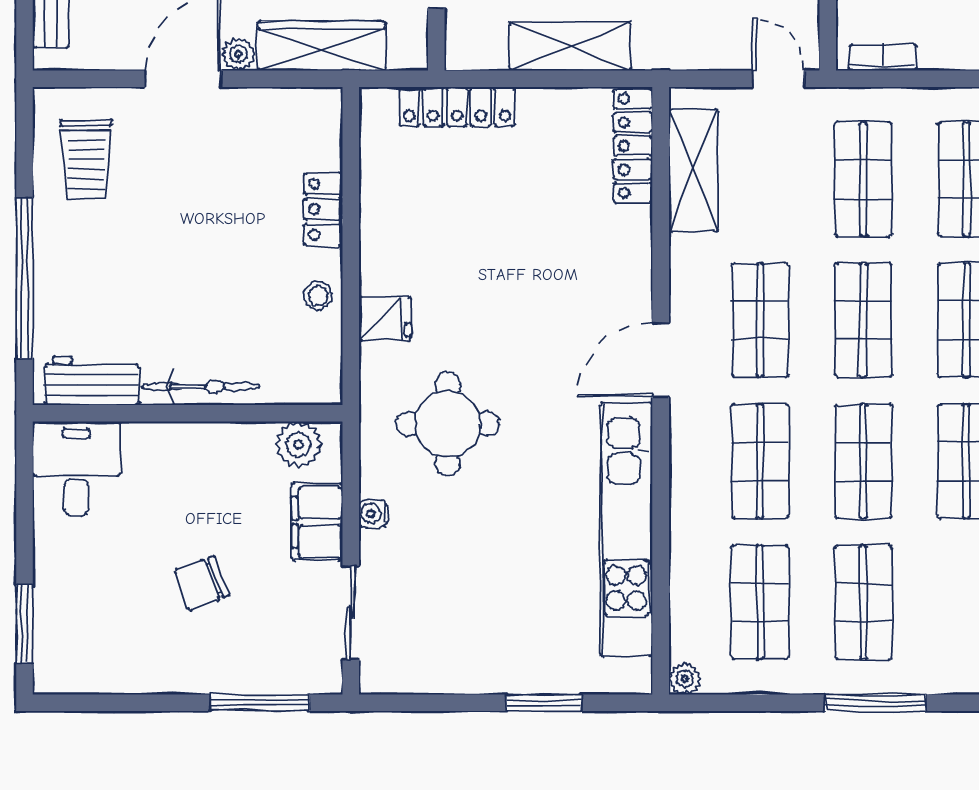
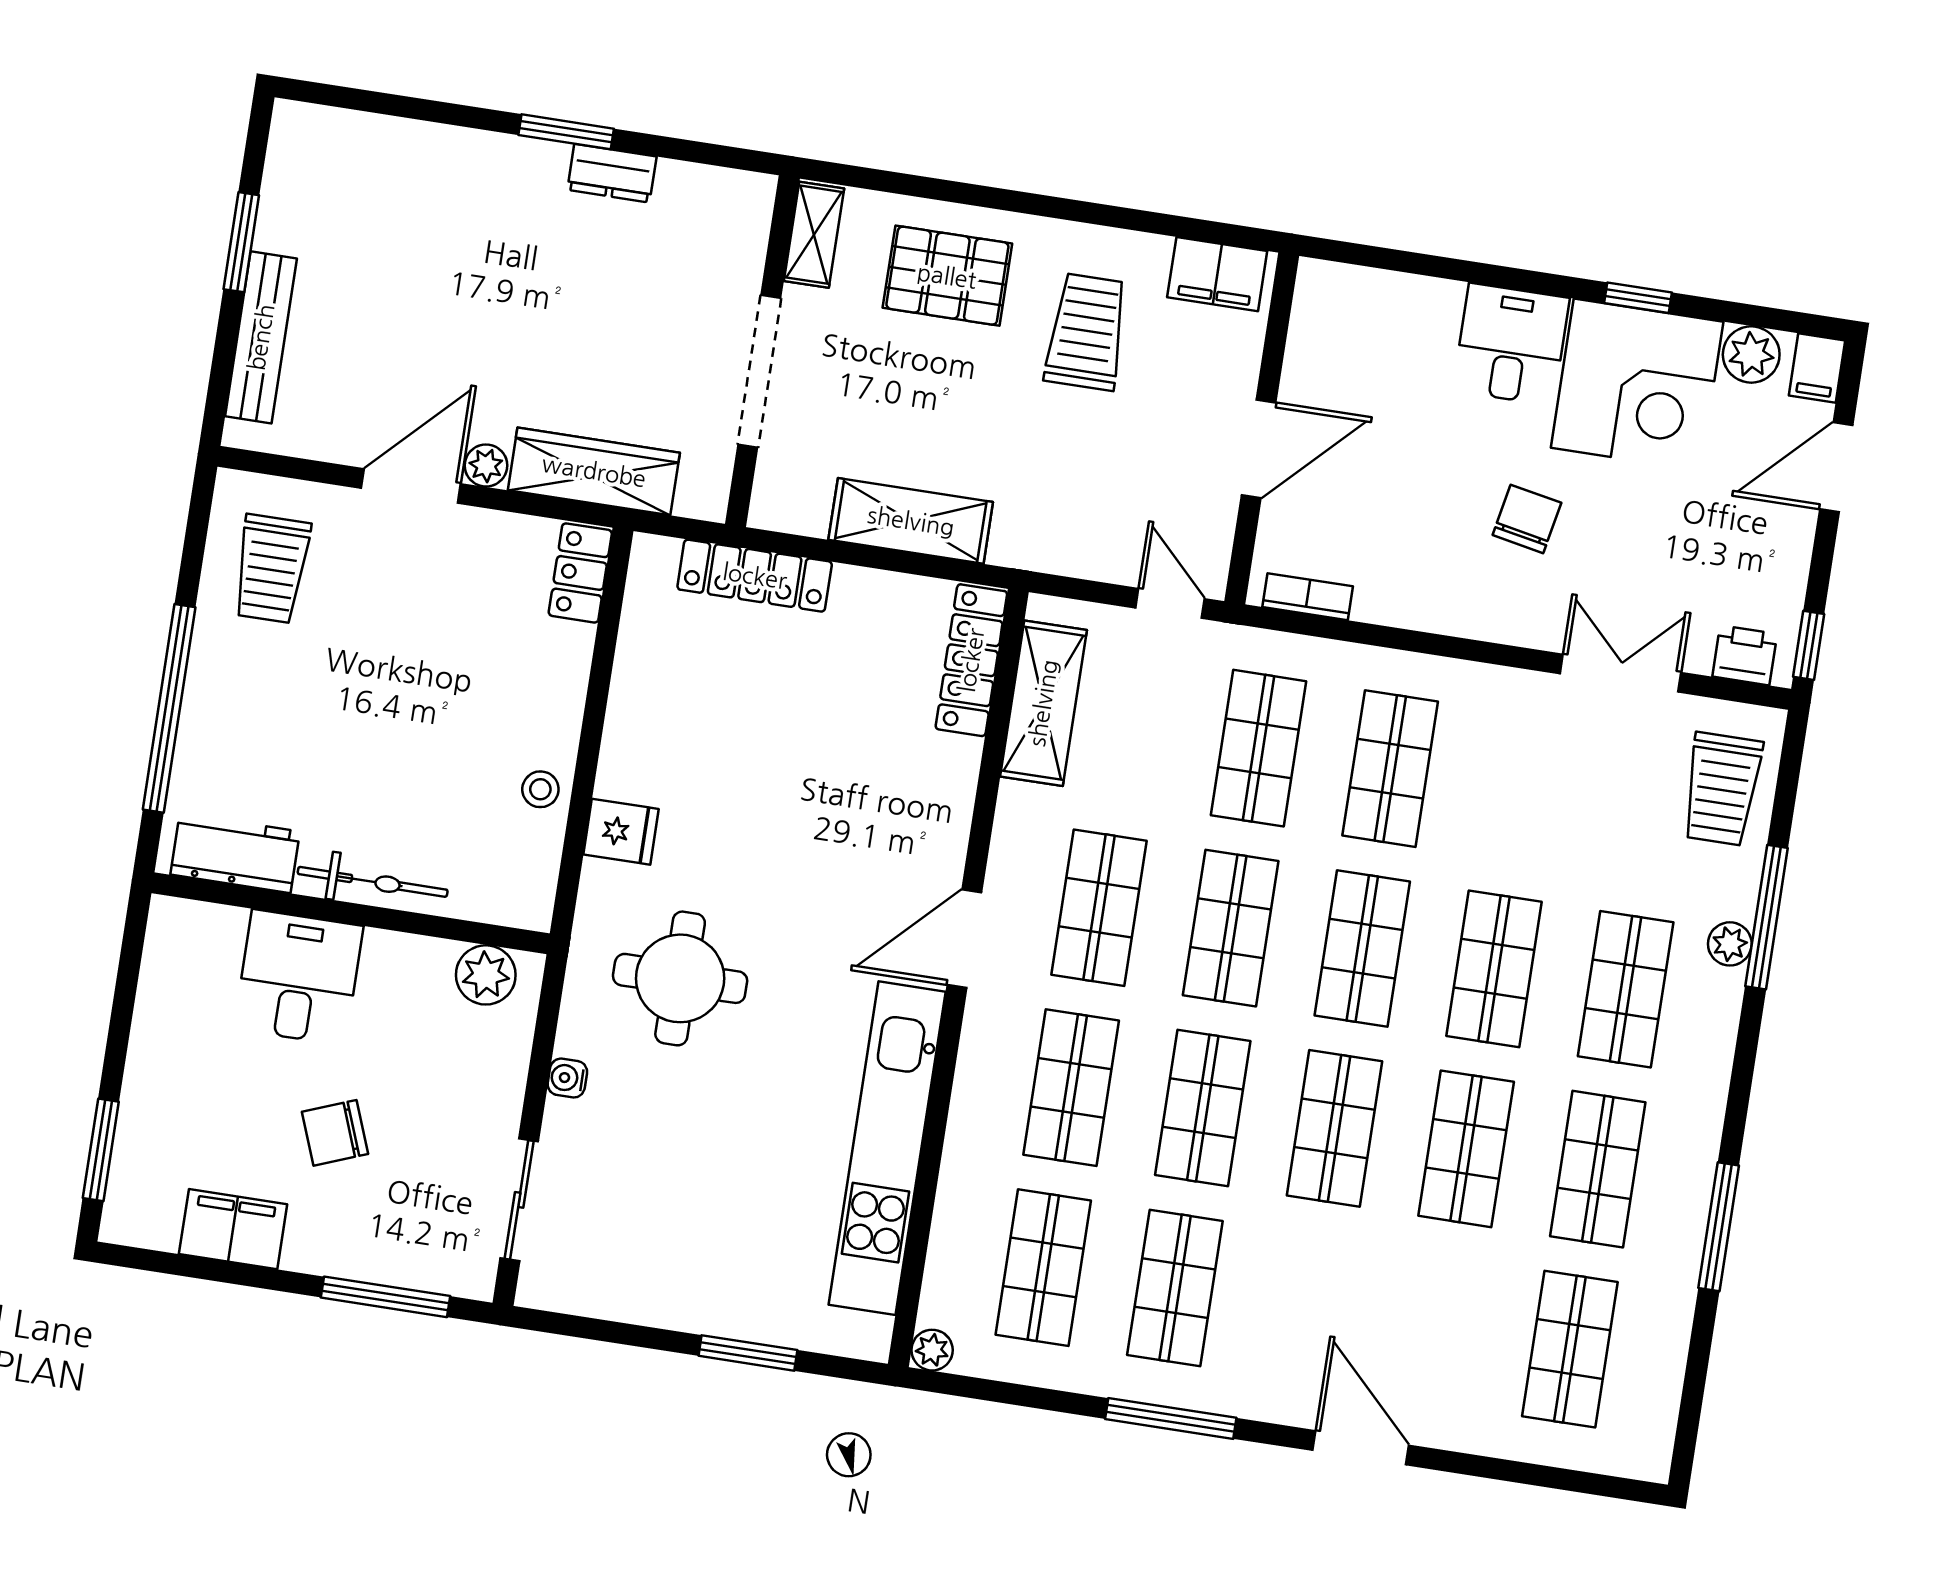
locker: (323, 209) -> (580, 573), moved
desk: (76, 468) -> (299, 977), moved
filing cabinet: (317, 522) -> (233, 1229), moved, turned 90

